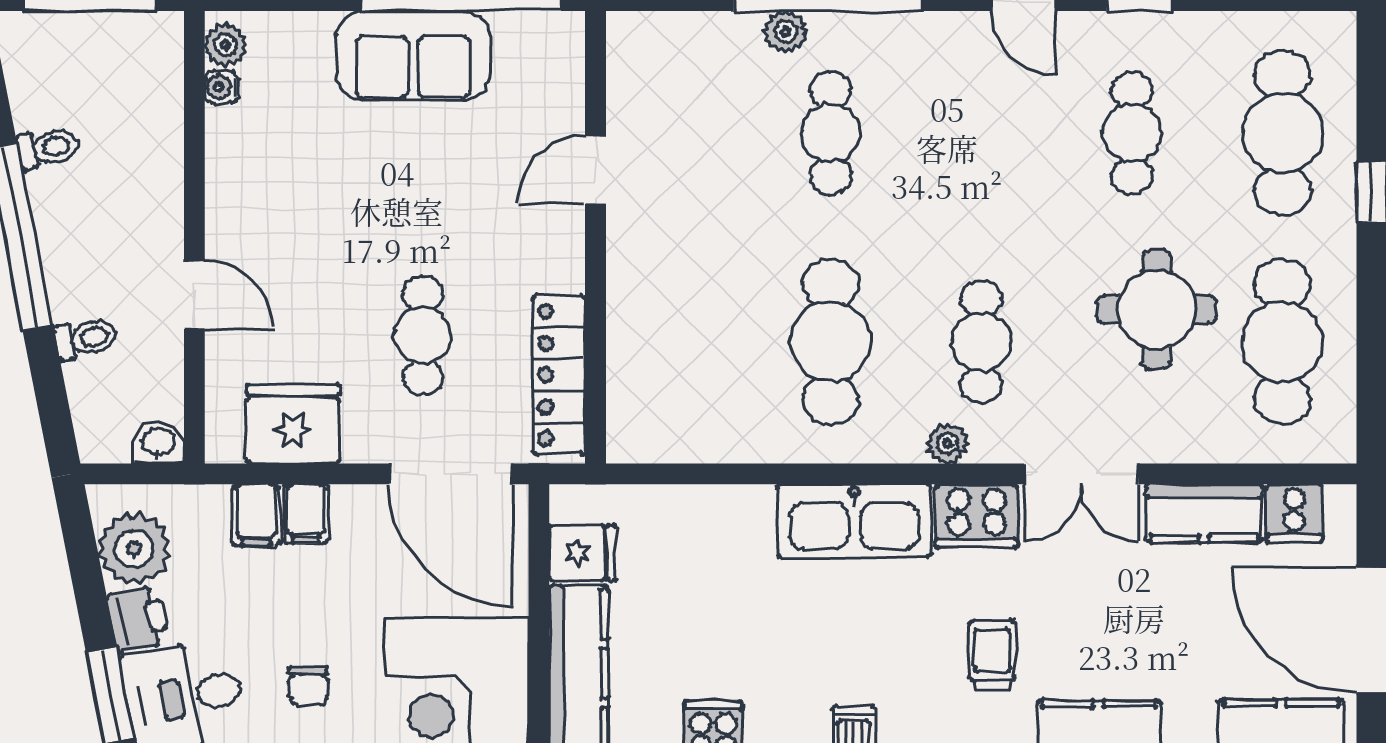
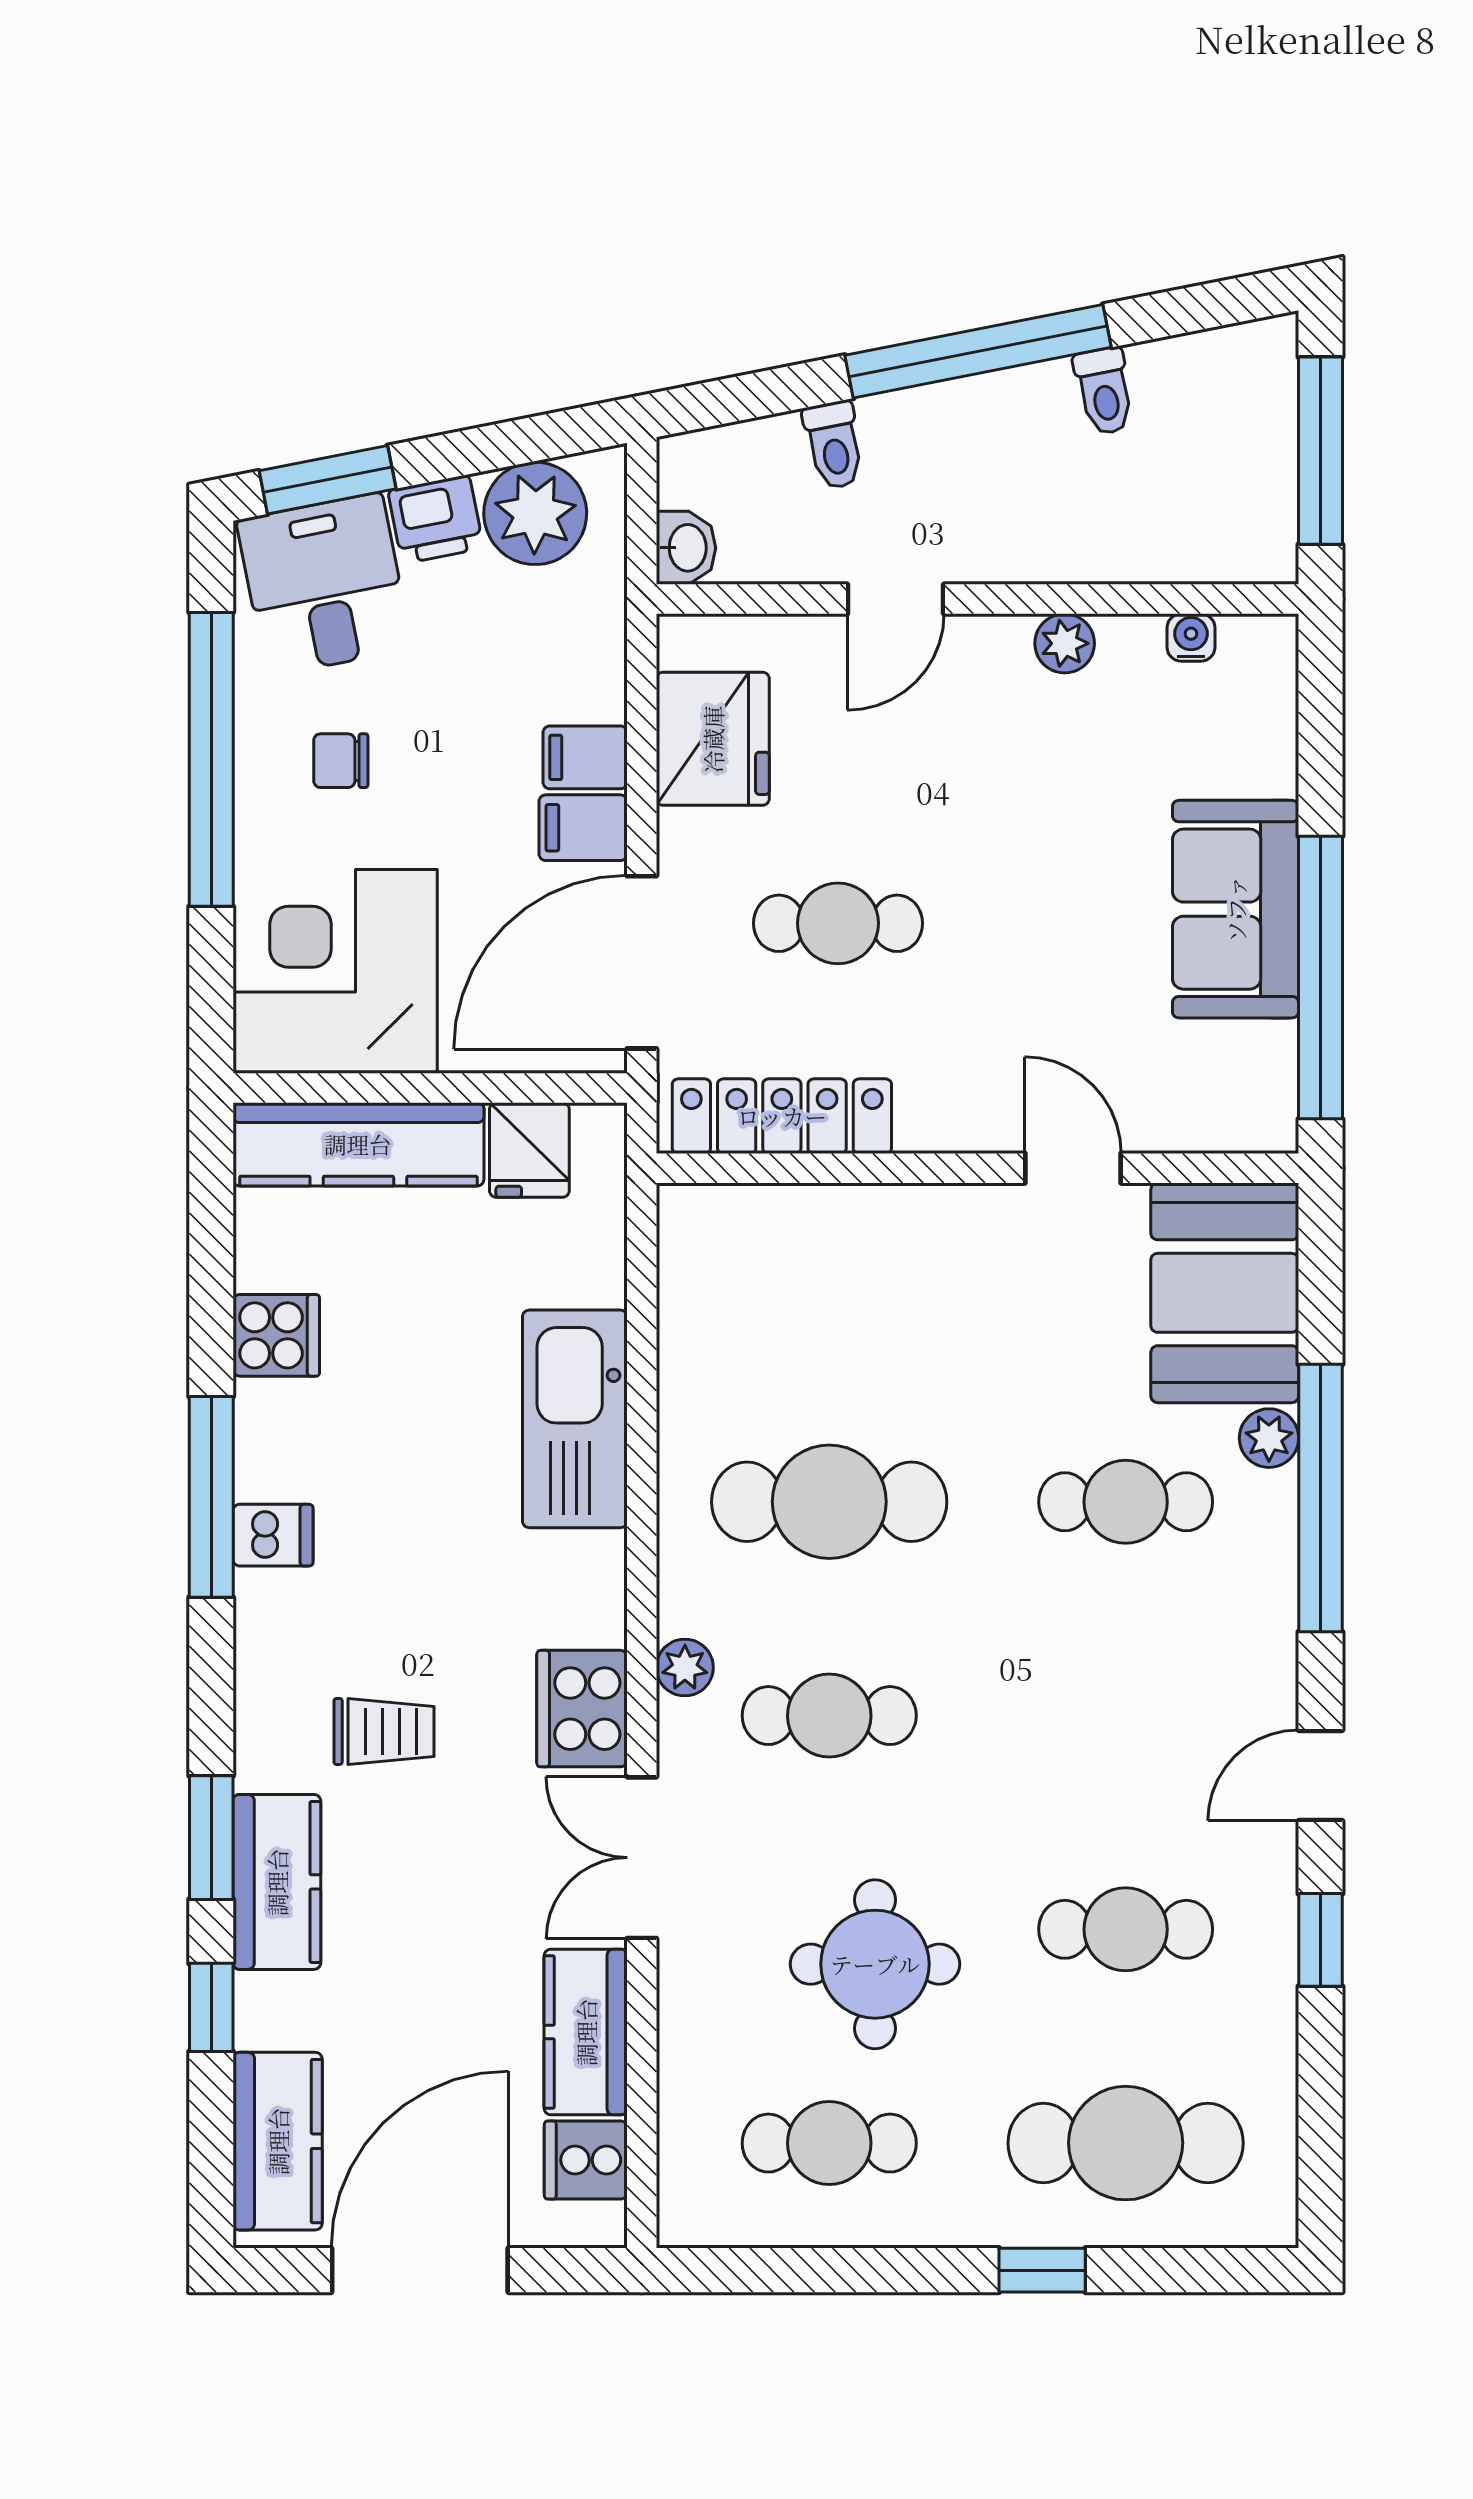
plant: (226, 45) -> (1065, 643), moved
booth: (683, 63) -> (1225, 1293), added
cafe table: (1282, 342) -> (829, 2143), width x0.73, depth x0.74
filing cabinet: (256, 515) -> (583, 828), moved
kitchen sink: (854, 521) -> (575, 1419), moved

